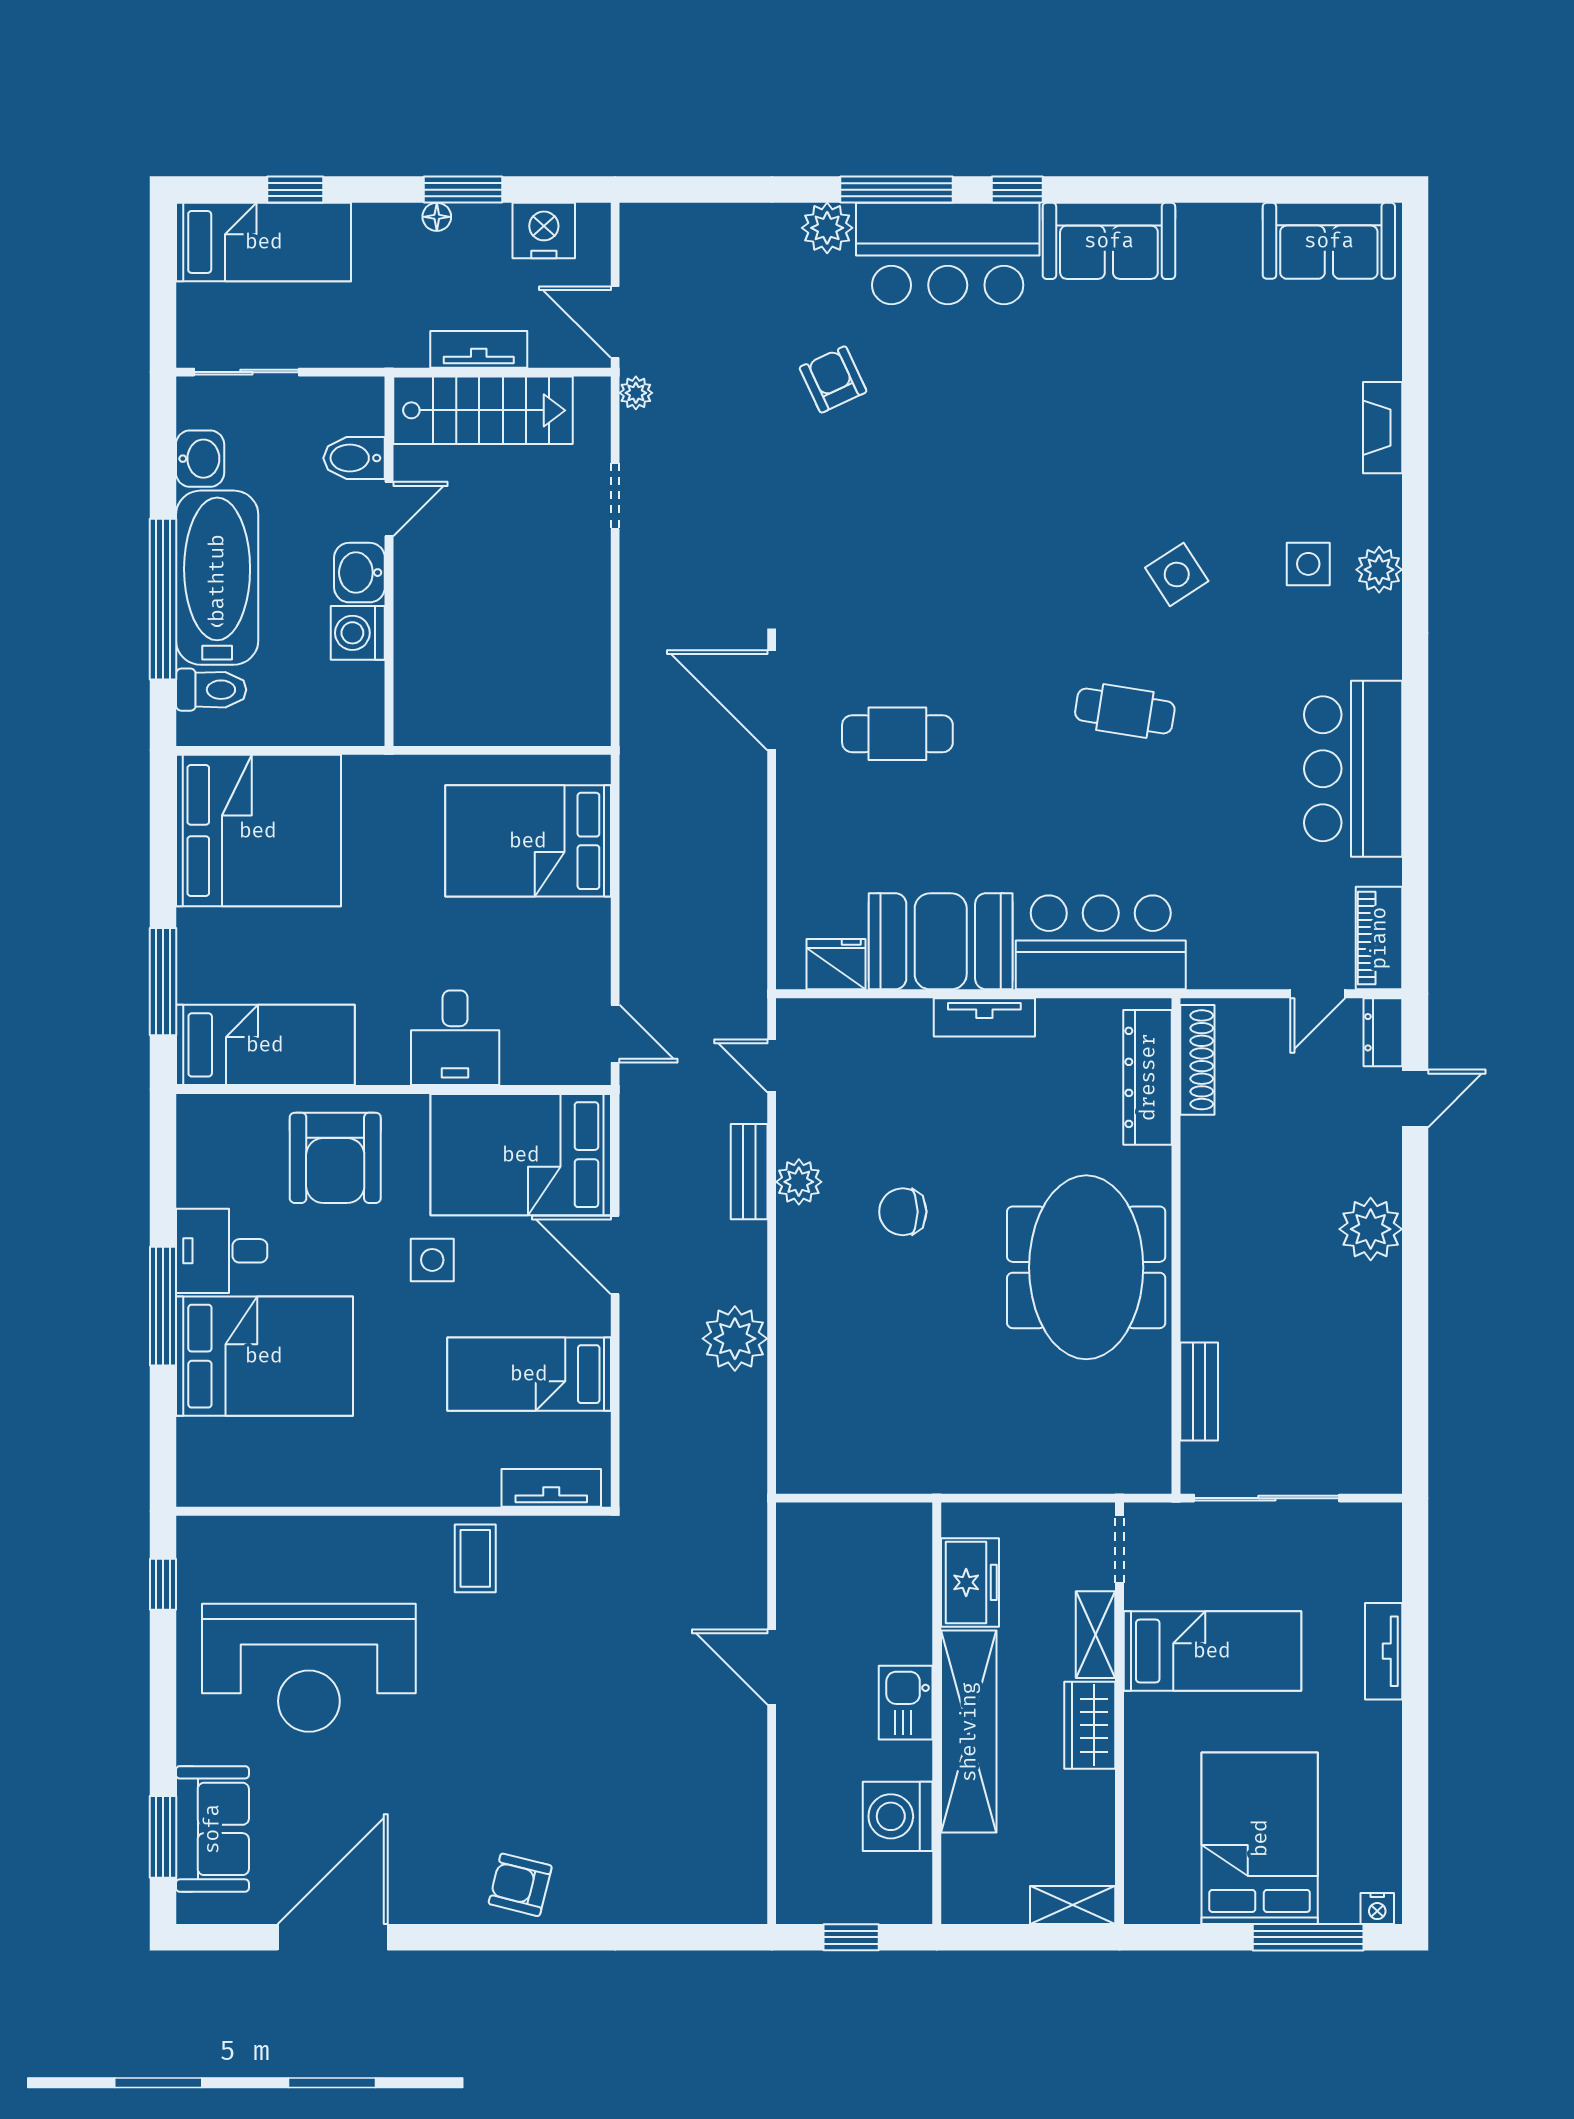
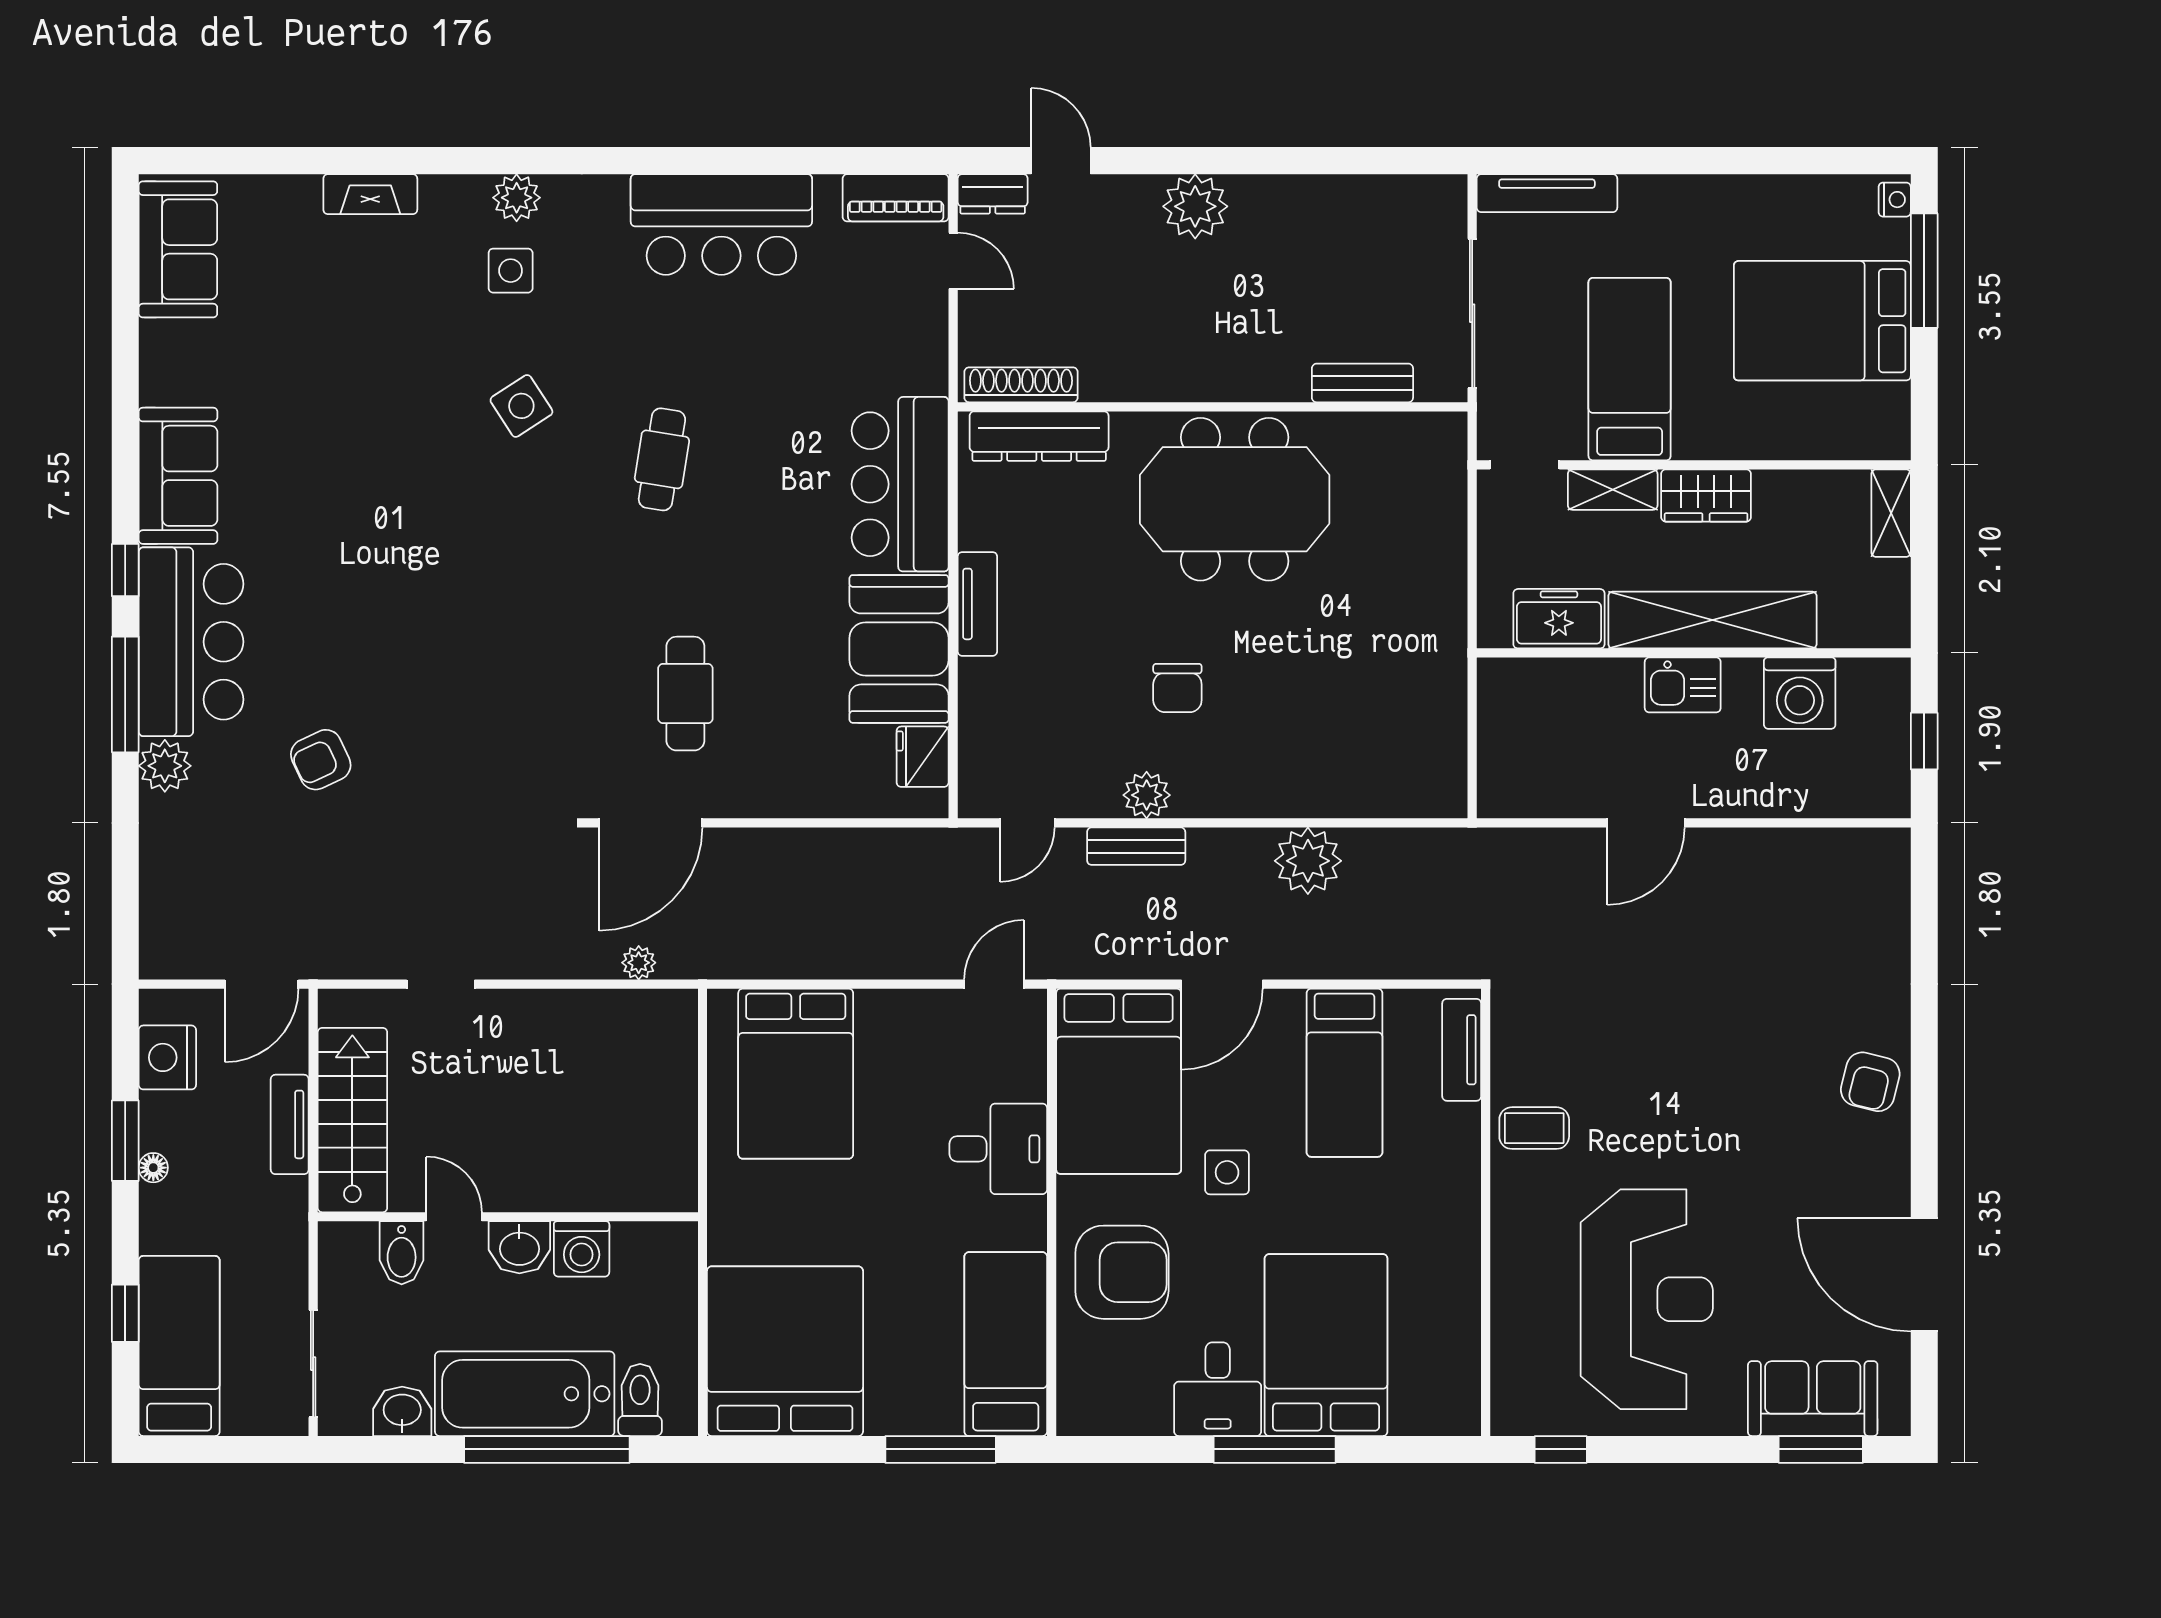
plant: (636, 393) -> (639, 963), moved
tv unit: (1384, 1651) -> (1547, 193), moved, width x1.41

